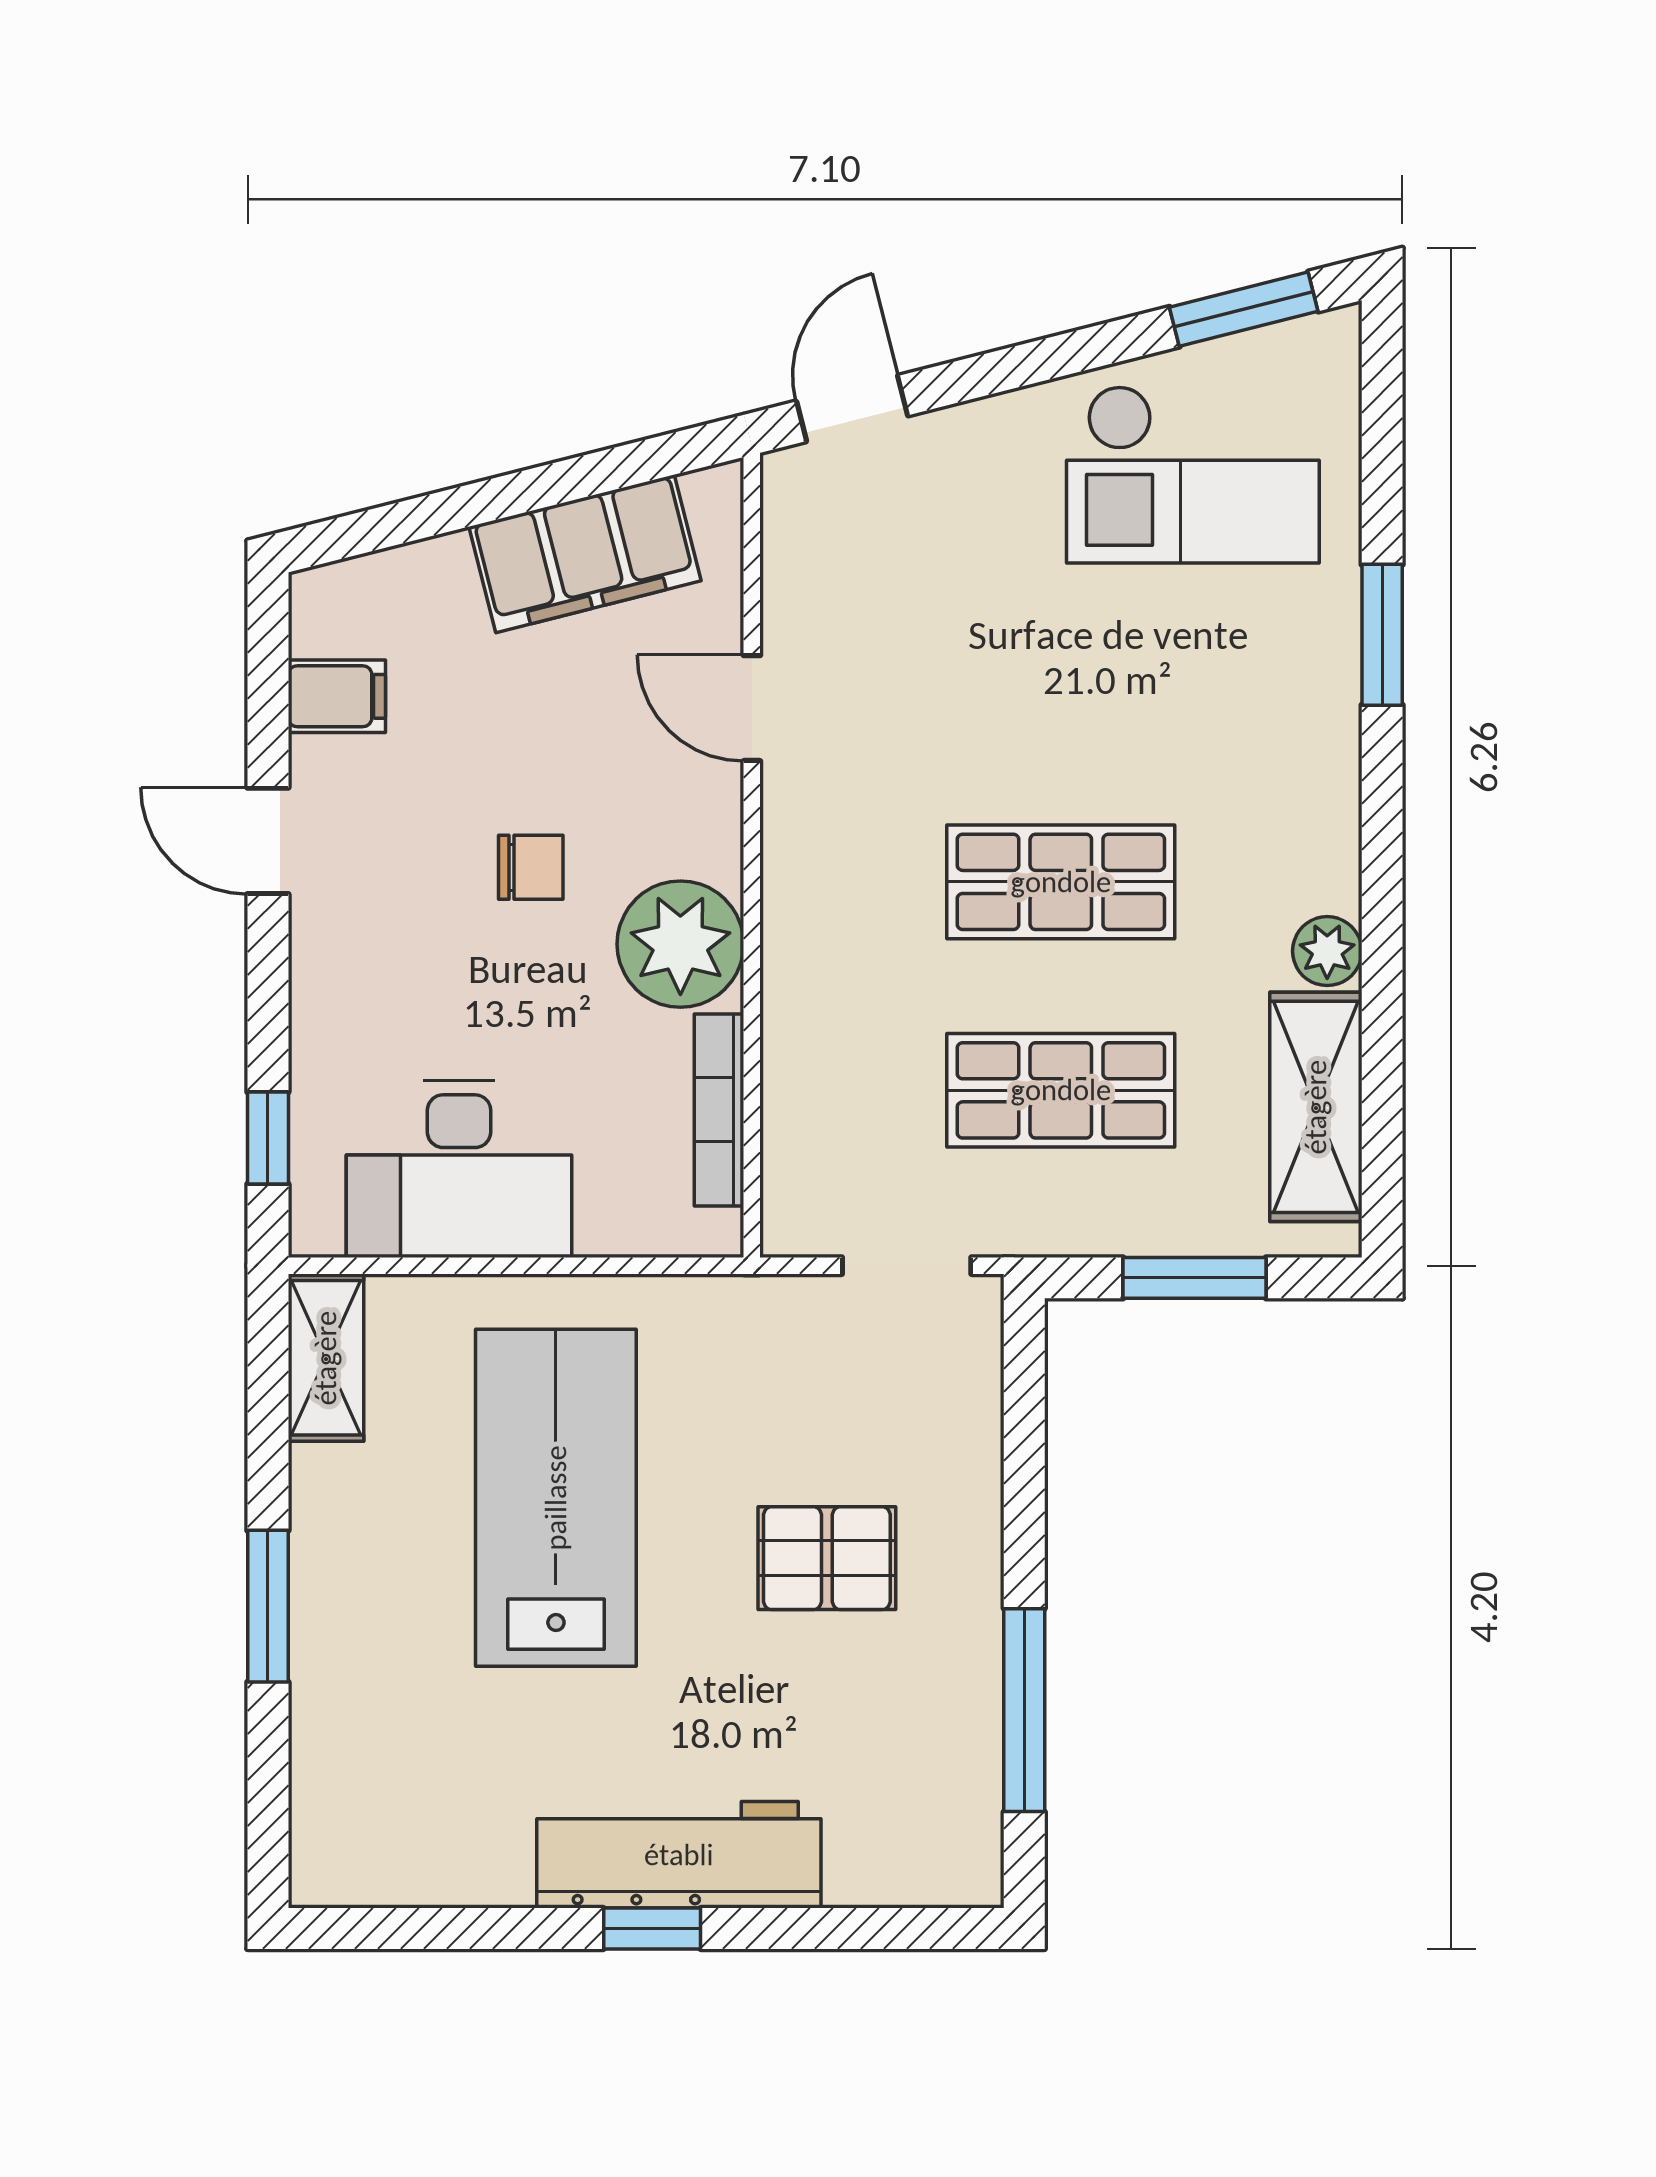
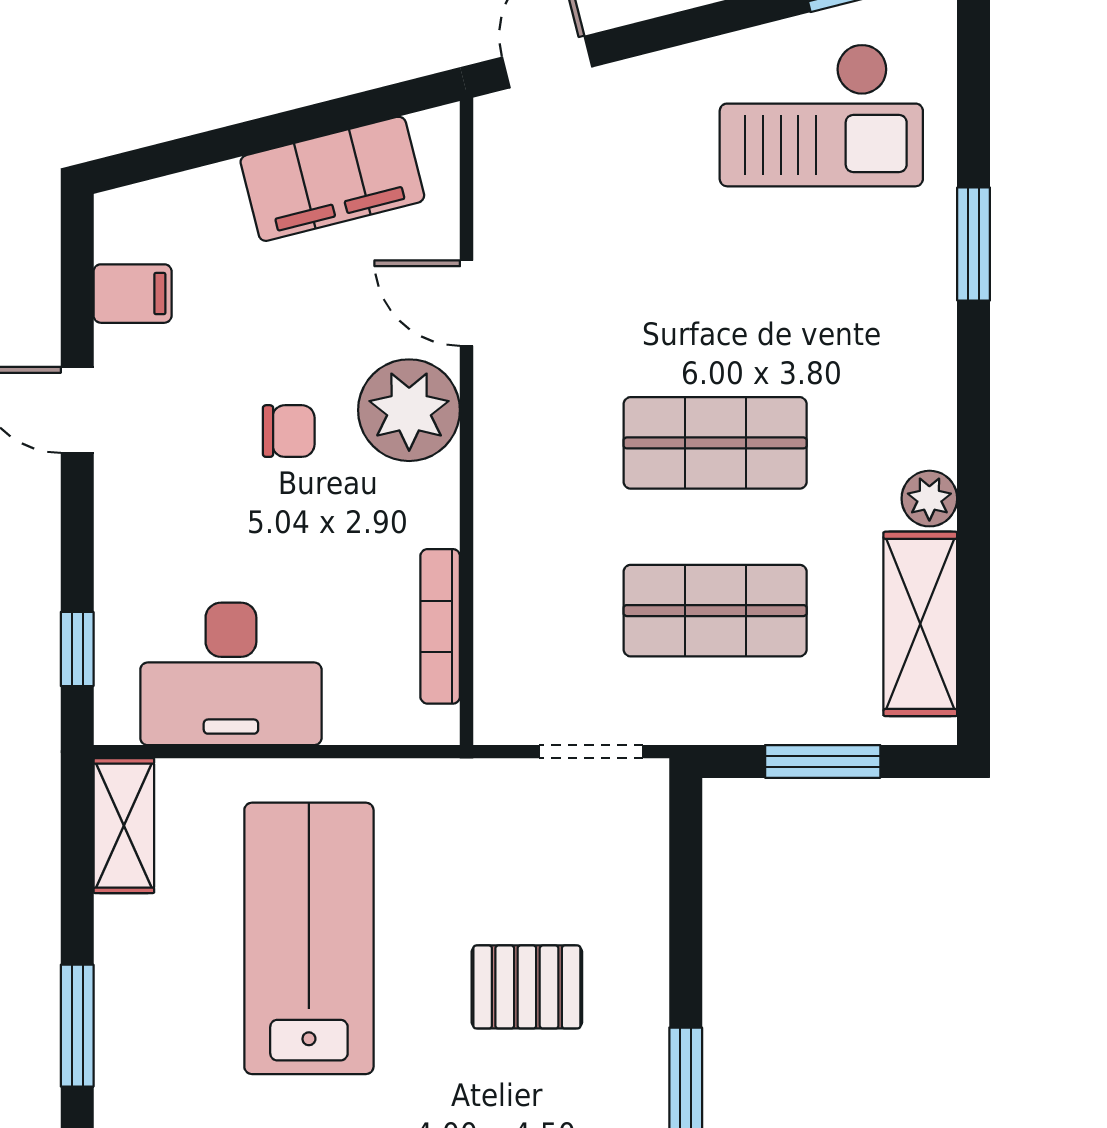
plant: (680, 944) -> (409, 410), moved

